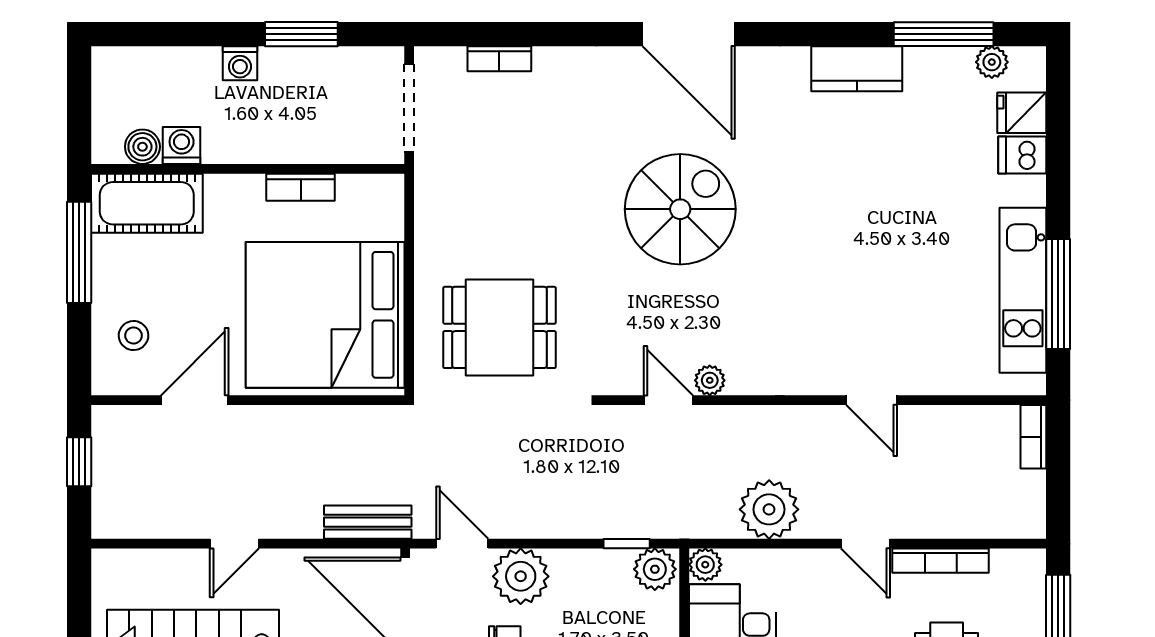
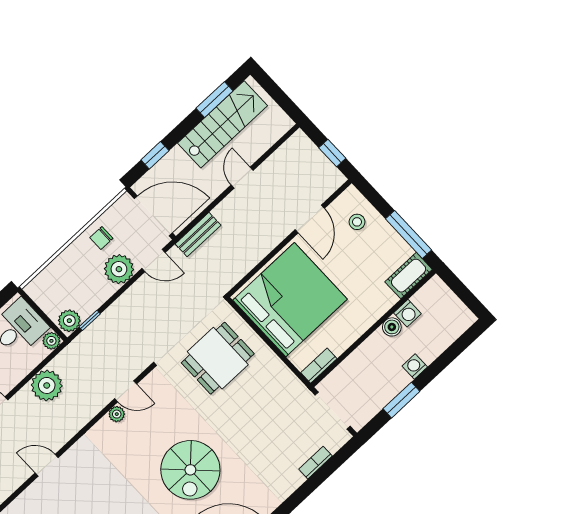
boiler: (142, 147) -> (392, 327), moved
bookcase: (301, 187) -> (319, 366), moved
cot: (147, 203) -> (409, 276), width x0.73, depth x0.75

